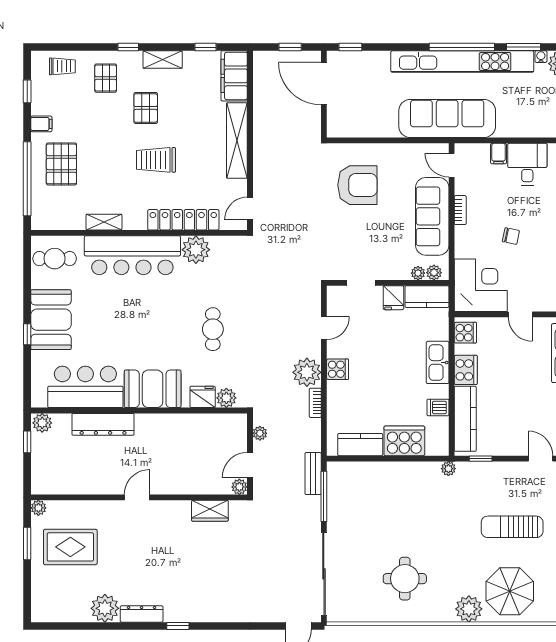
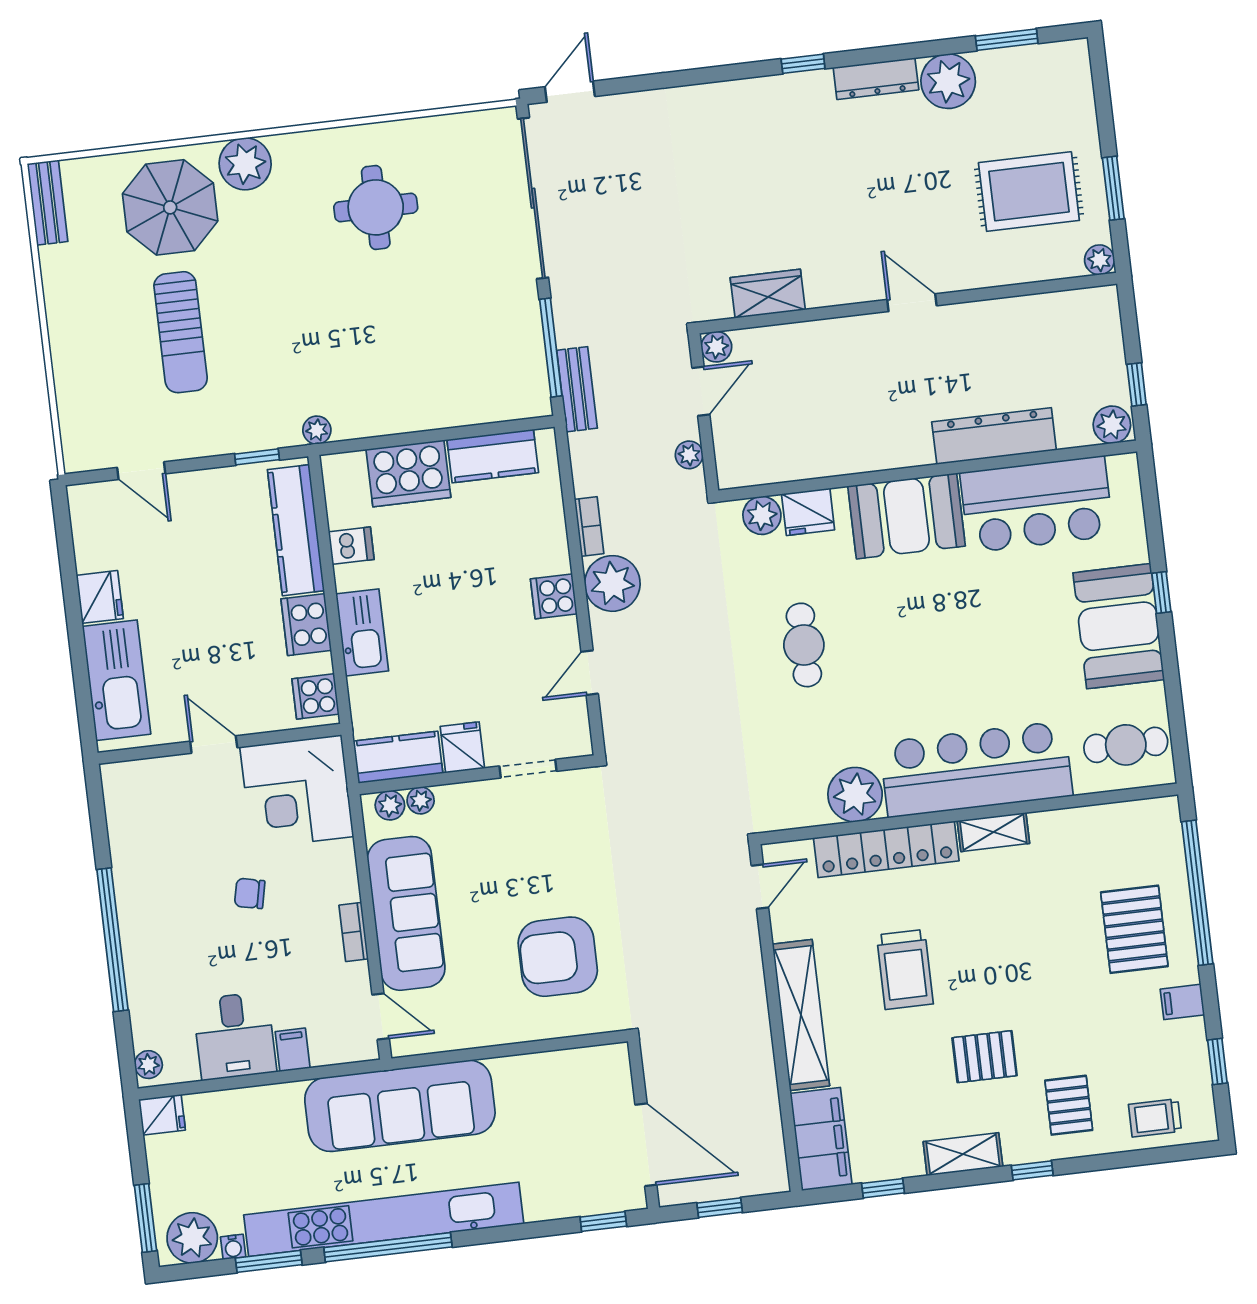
pallet: (146, 108) -> (985, 1057), turned 90
trolley: (156, 160) -> (905, 969), moved, turned 90
shelving: (104, 222) -> (993, 832), moved
door: (137, 497) -> (912, 303), swing flipped
sun lounger: (512, 527) -> (181, 332), turned 90
window: (72, 626) -> (1007, 40), added

